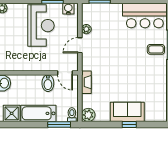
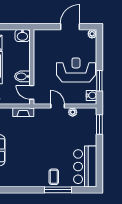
reception desk: (41, 26) -> (76, 70), turned 180
door: (65, 73) -> (32, 92), hinge flipped

